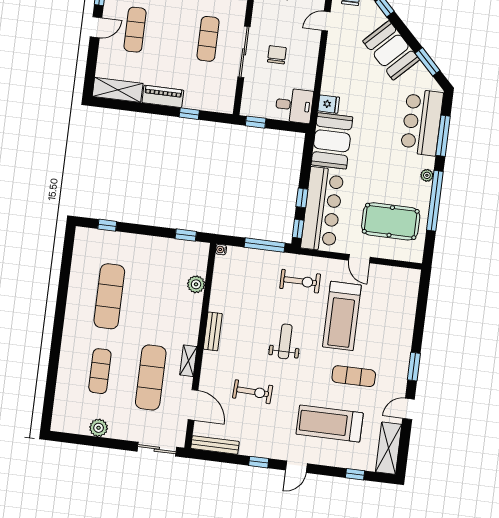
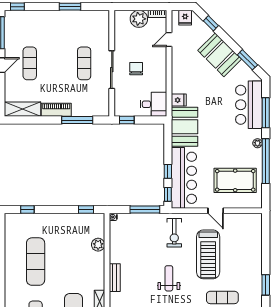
window: (189, 114) -> (77, 120), width x2.17
exercise bike: (300, 281) -> (174, 233), turned 90

